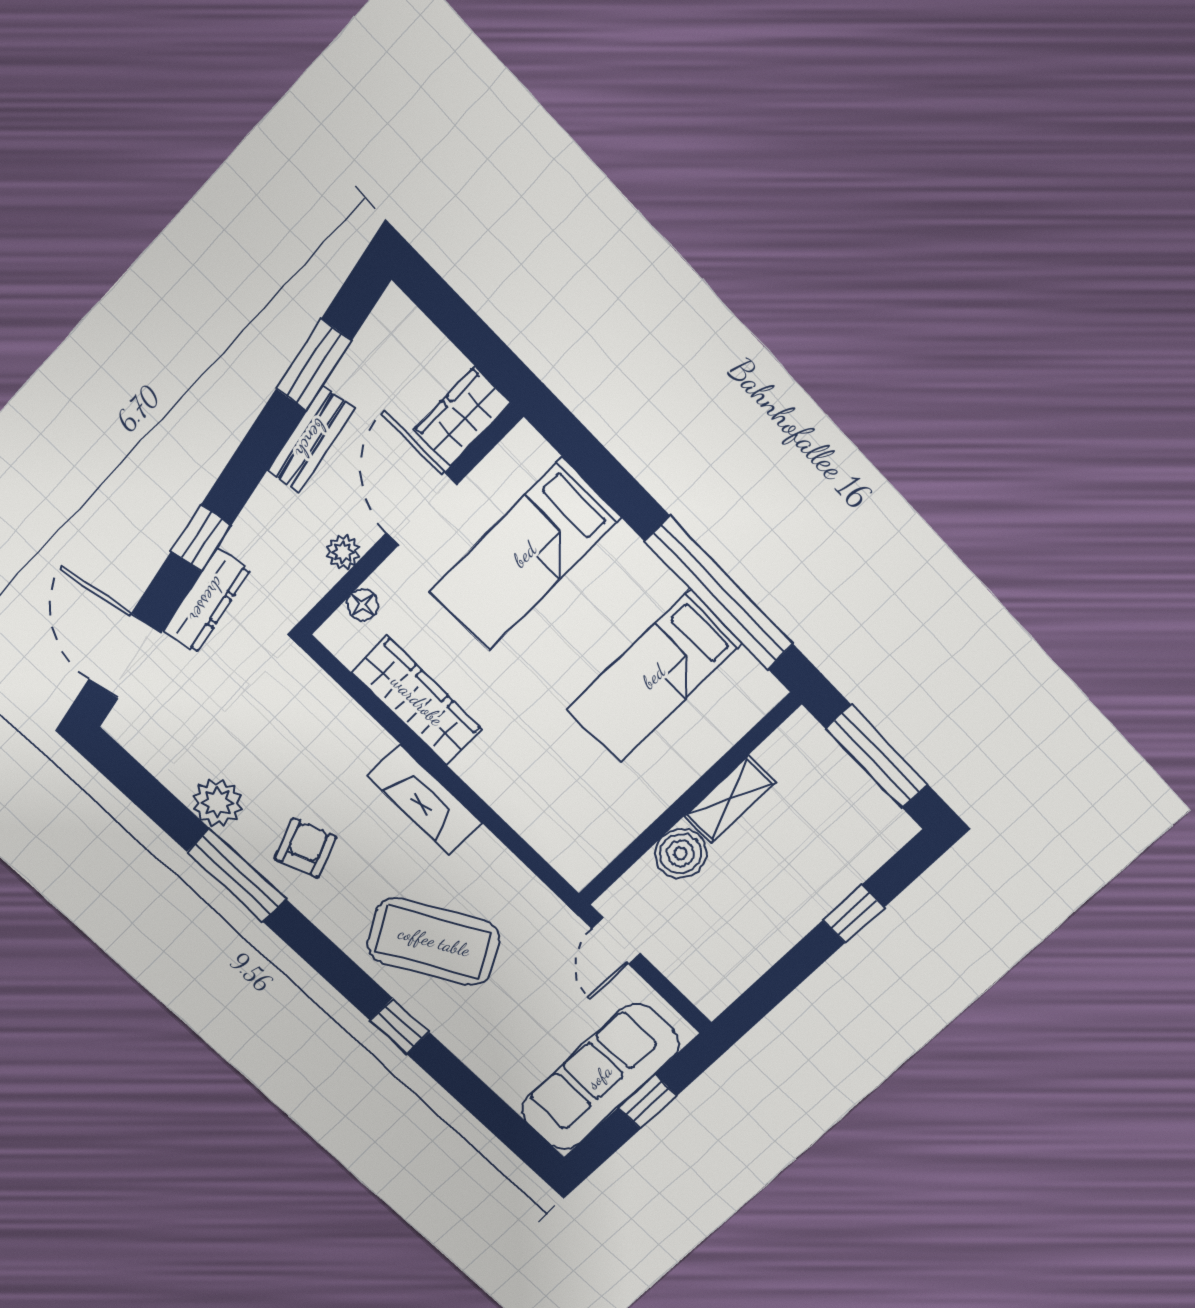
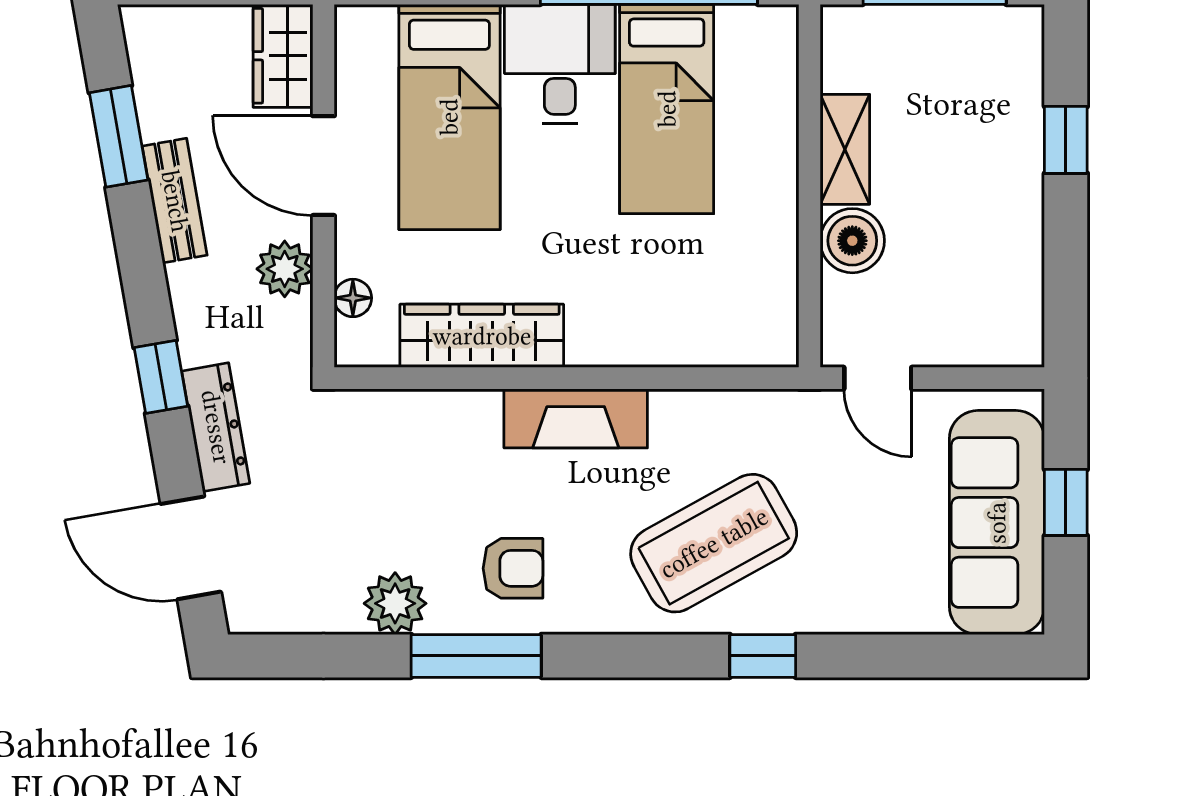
plant: (343, 552) -> (285, 269), width x1.38, depth x1.38
desk: (620, 589) -> (560, 64), added
armchair: (305, 848) -> (513, 568), turned 110

